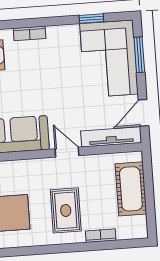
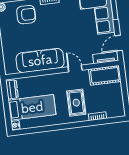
tv unit: (111, 137) -> (106, 58), width x0.71
cot: (131, 189) -> (105, 75), moved, turned 90

